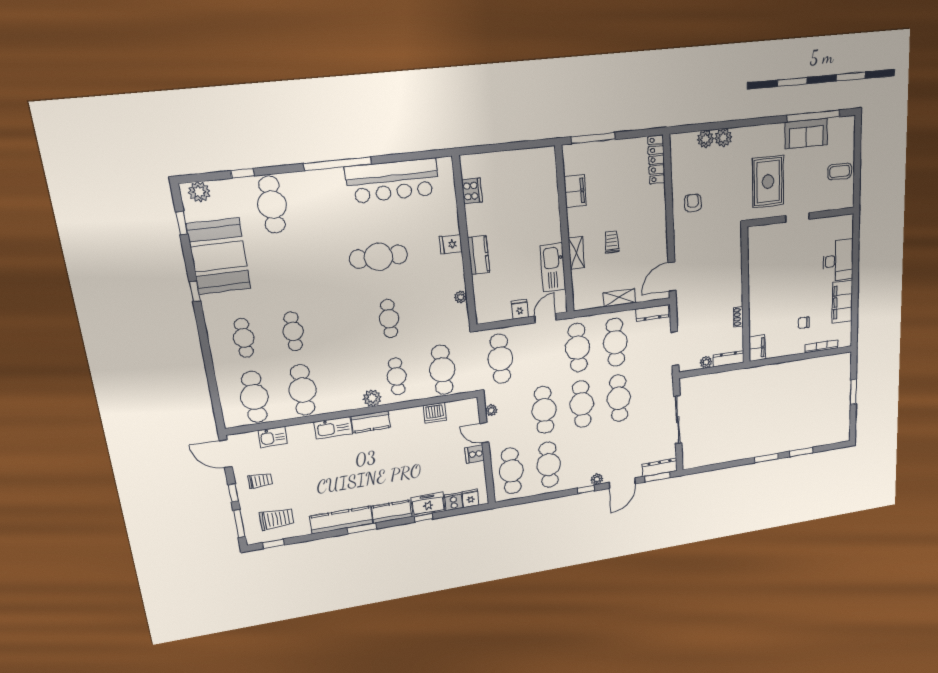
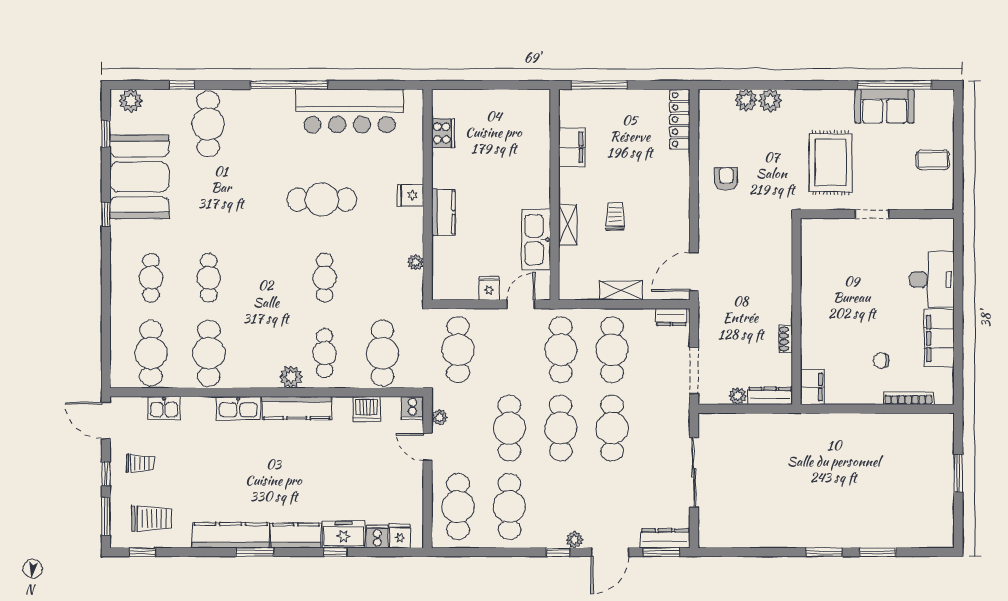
dresser: (652, 313) -> (671, 317), width x0.70
kitchen counter: (371, 422) -> (297, 408), width x1.50
cooker: (475, 454) -> (412, 408), moved, turned -90

